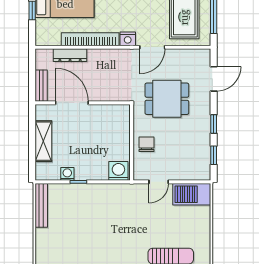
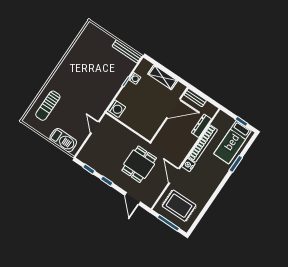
chair: (146, 144) -> (121, 135), removed
barbecue: (192, 194) -> (63, 140), moved, turned 90

